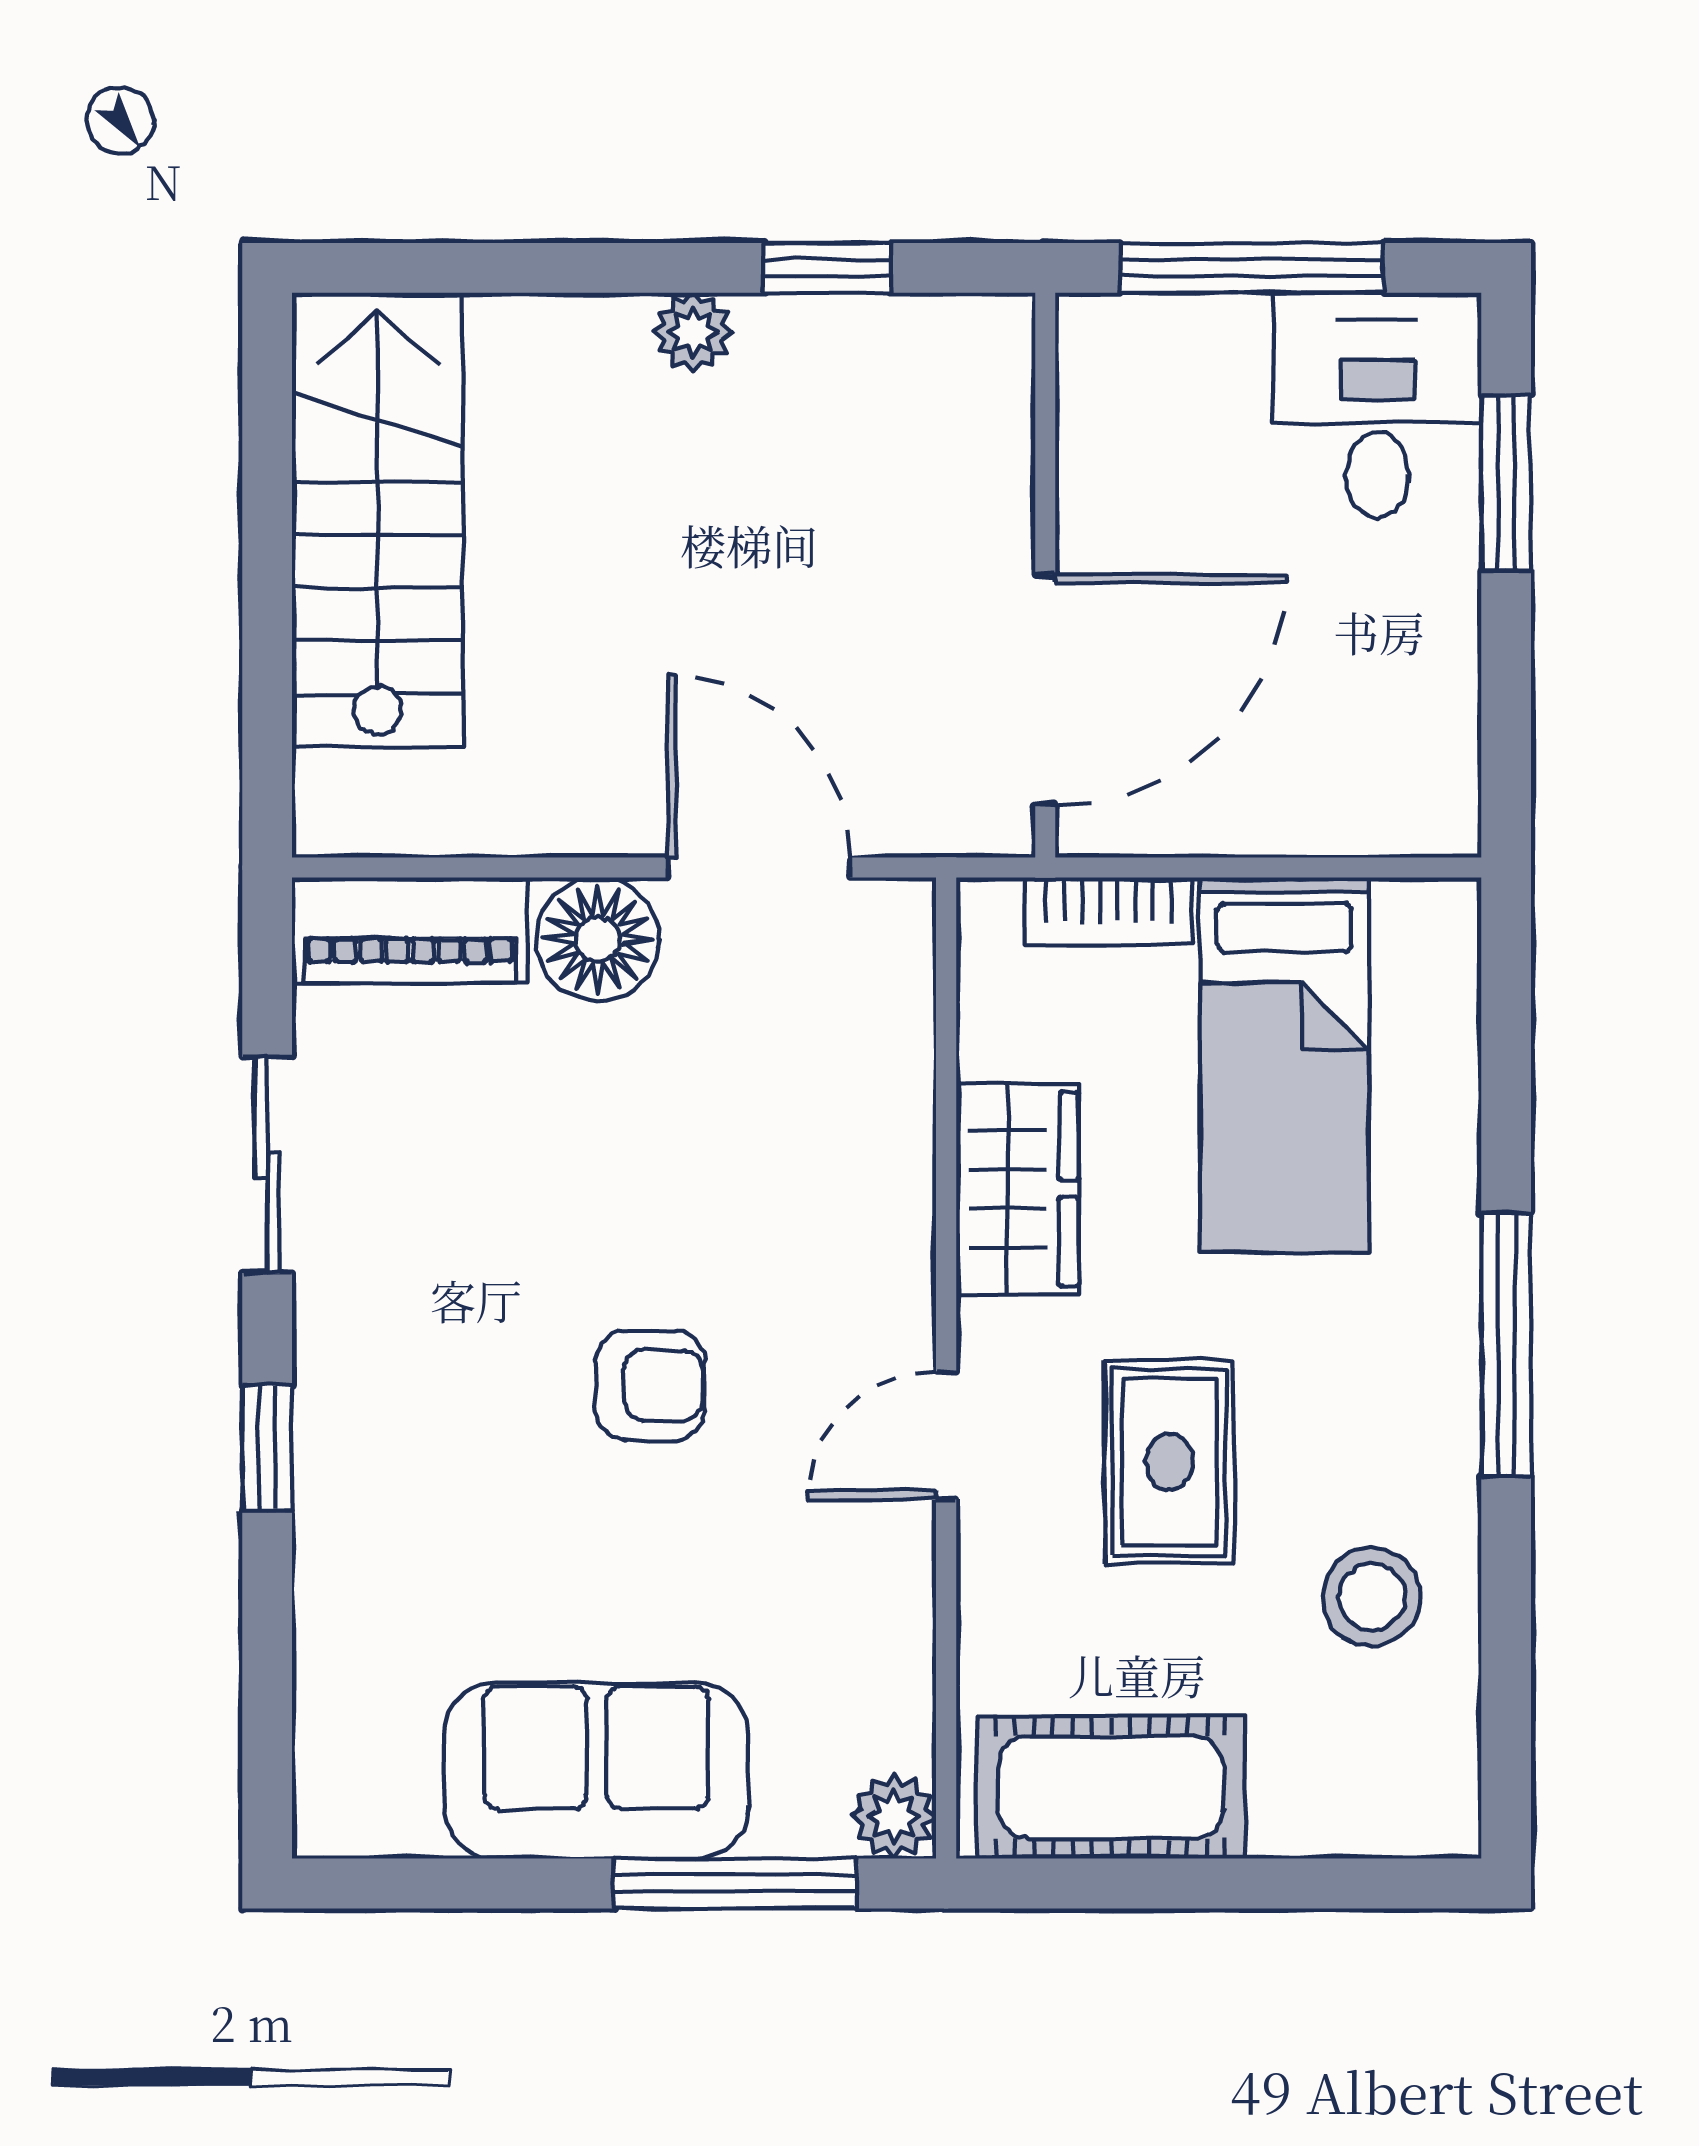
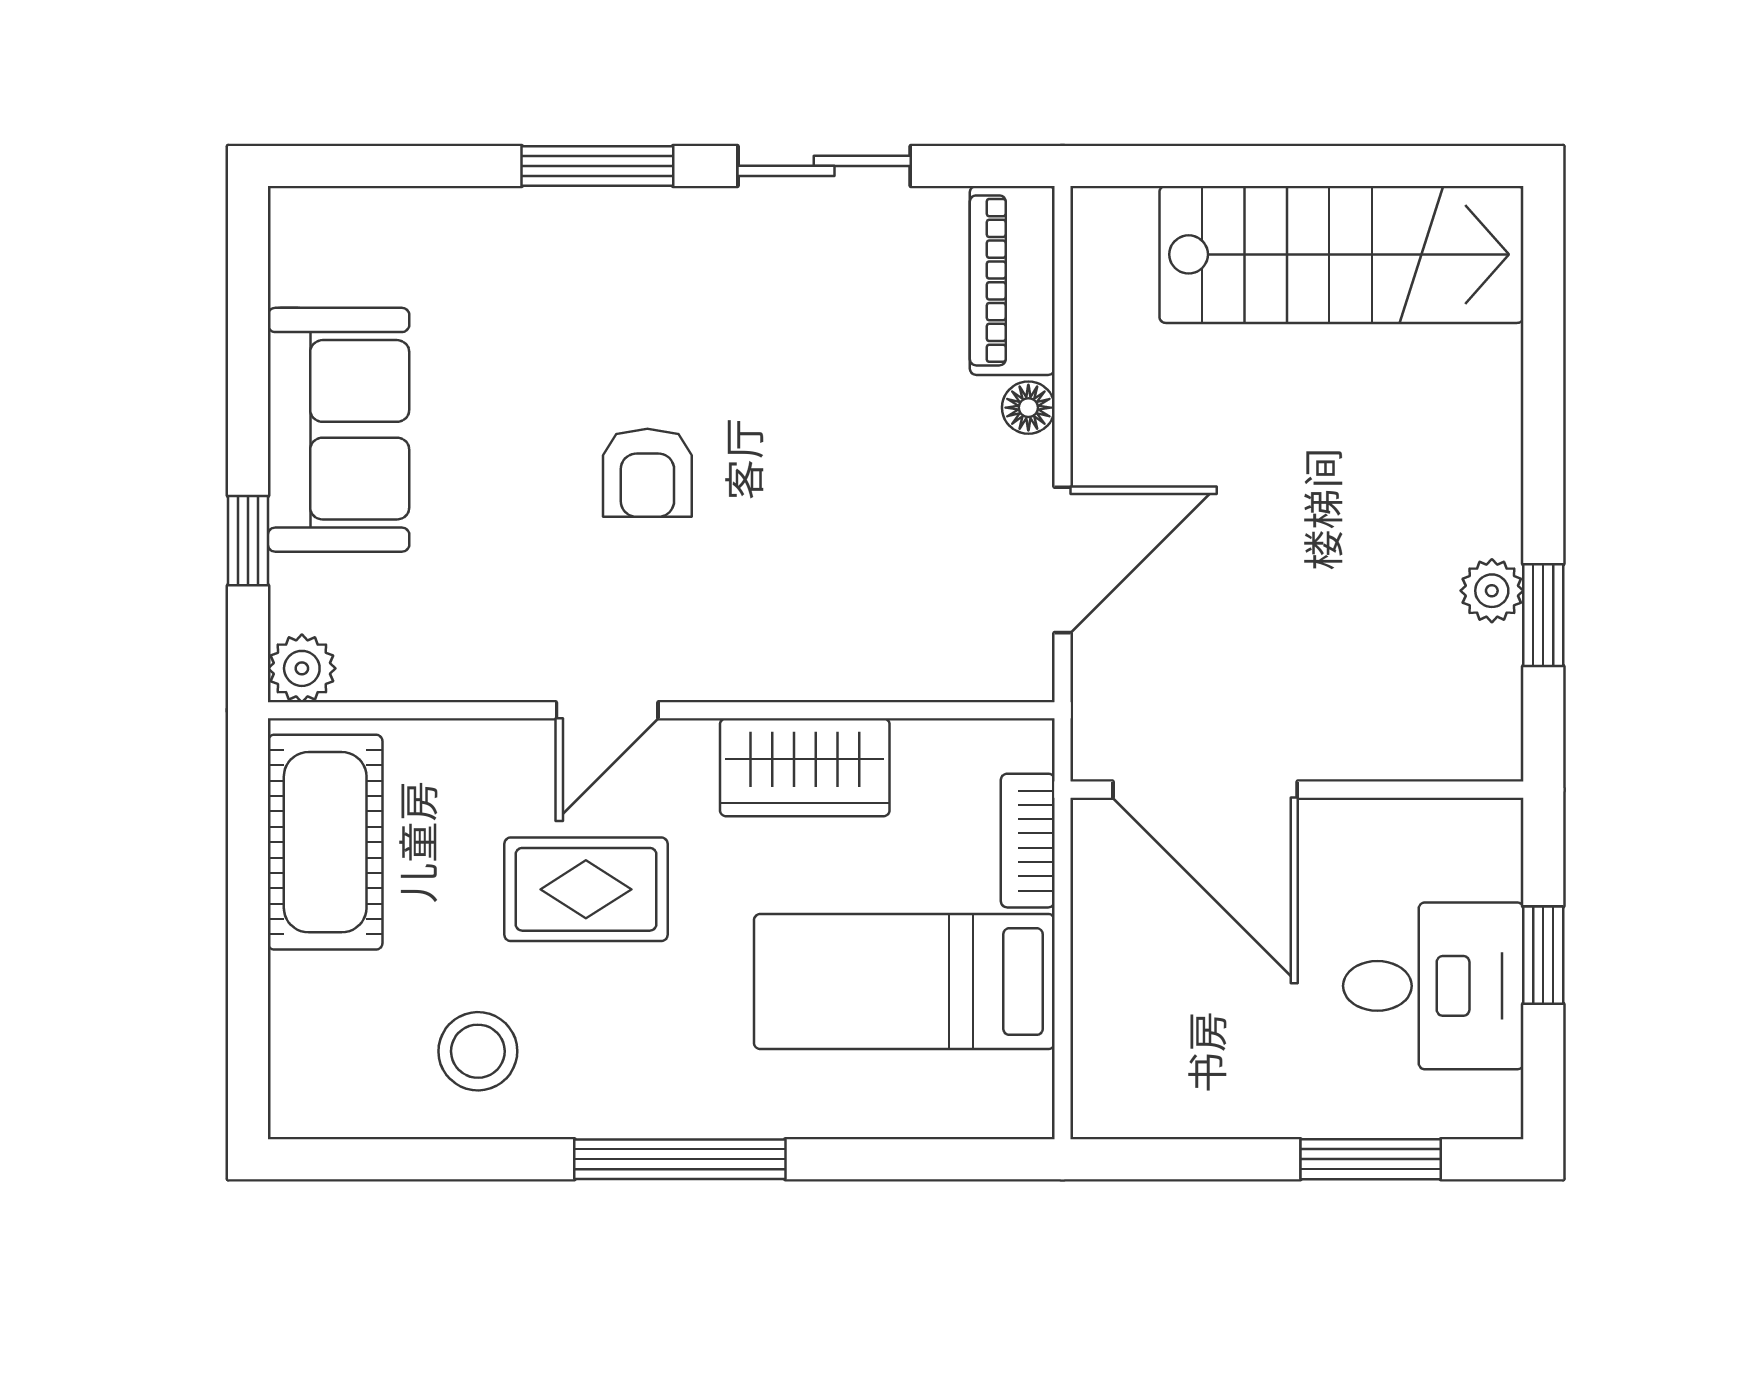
window: (1252, 268) -> (1543, 955), width x0.46
plant: (693, 332) -> (1492, 591), moved
desk: (1377, 405) -> (1433, 986), moved
floor lamp: (598, 939) -> (1028, 408), width x0.53, depth x0.53
door: (946, 1435) -> (607, 710), swing flipped
window: (267, 1448) -> (597, 166), width x1.50
window: (735, 1883) -> (248, 541), width x0.46

